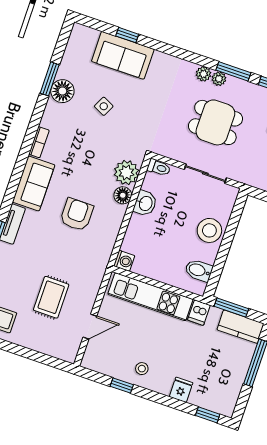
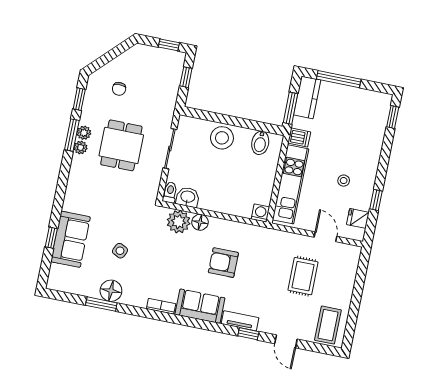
plant: (203, 74) -> (84, 133), moved
washbasin: (145, 203) -> (188, 197), moved
rug: (51, 297) -> (303, 276), turned 90
stool: (142, 369) -> (344, 181), moved
fridge: (181, 390) -> (358, 218), moved

